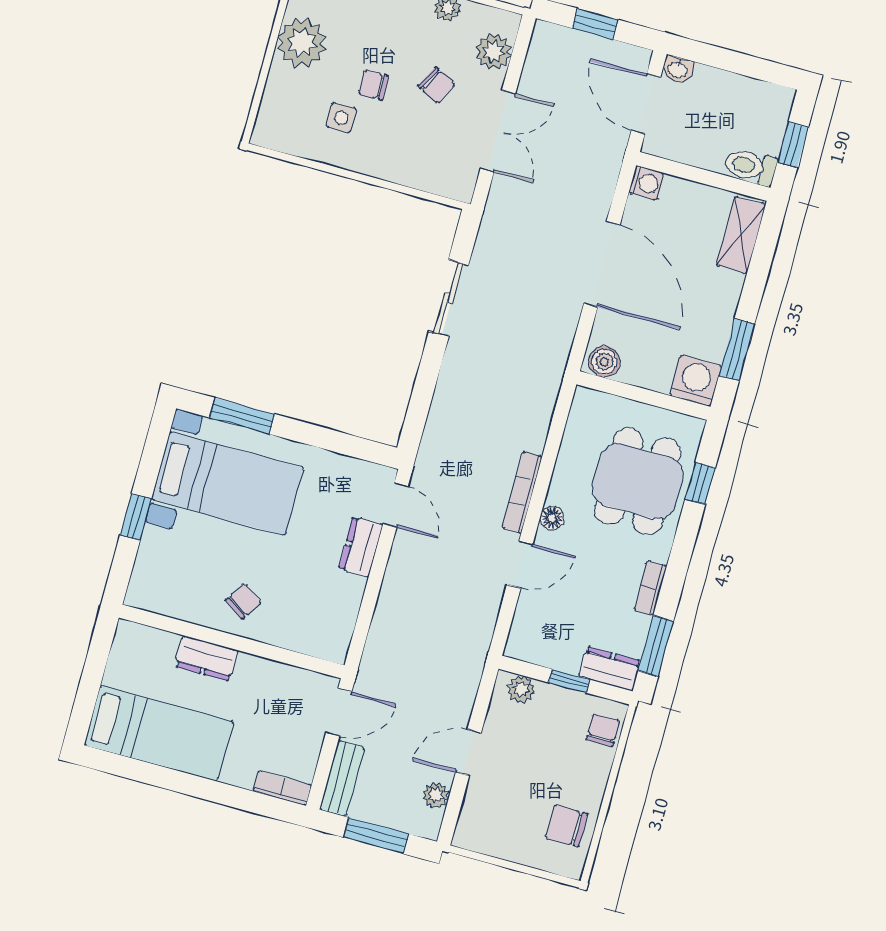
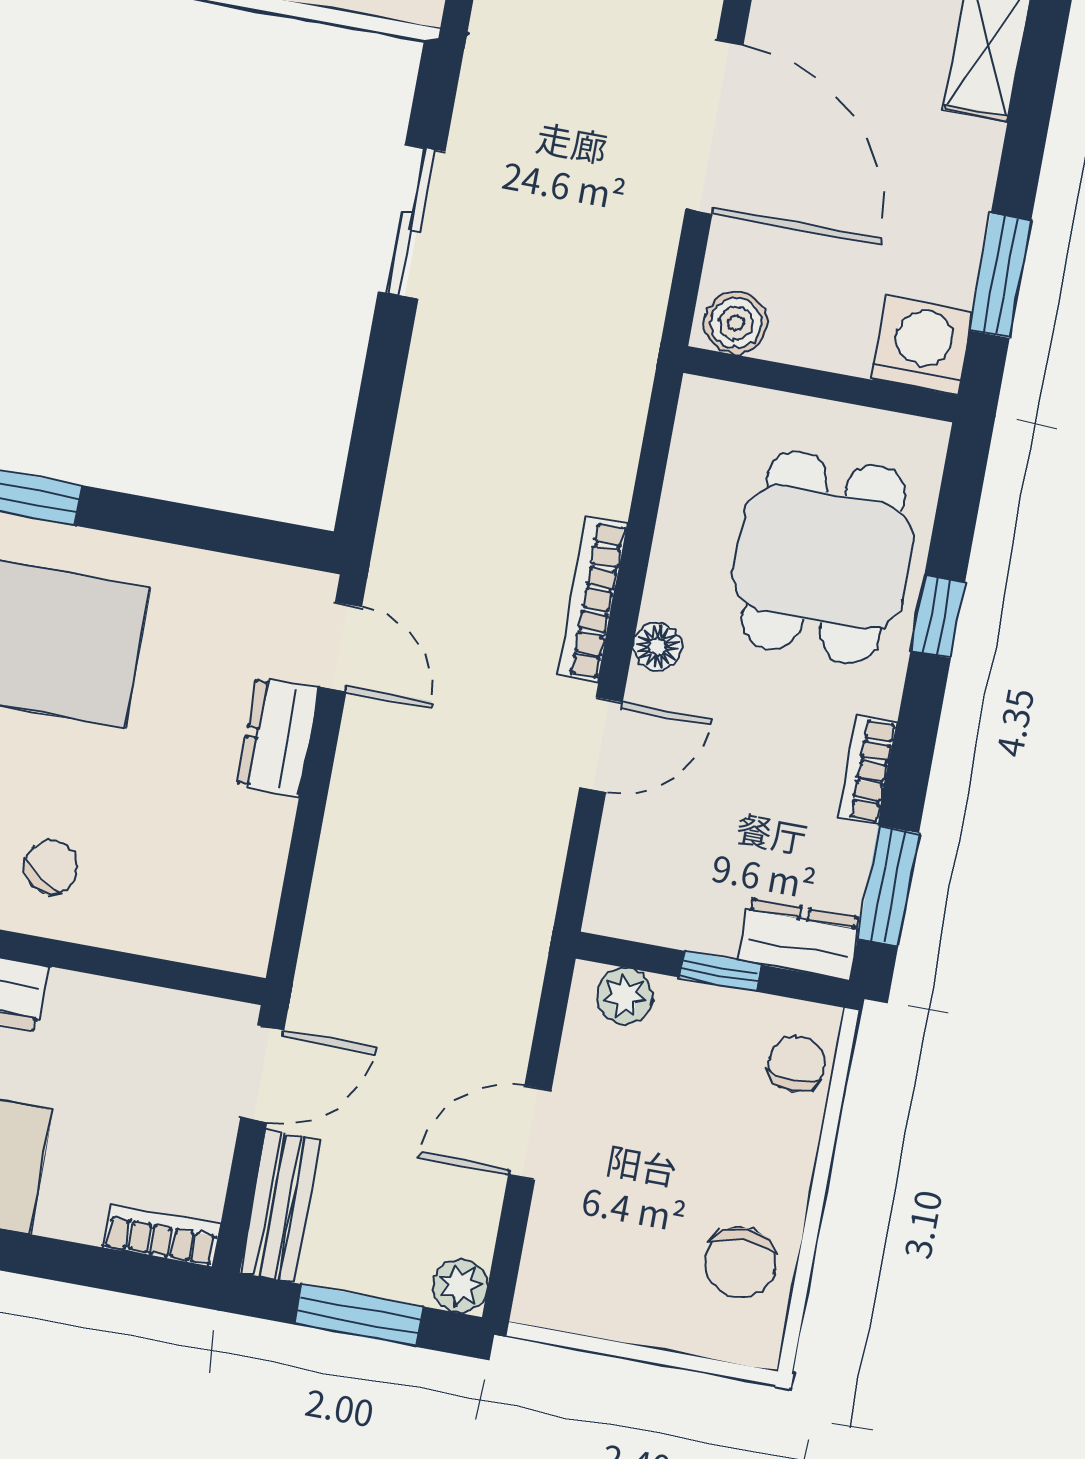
window: (700, 483) -> (938, 617), moved
plant: (436, 795) -> (460, 1286), moved
chair: (567, 826) -> (740, 1263), turned -90

